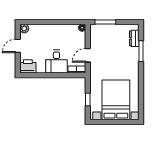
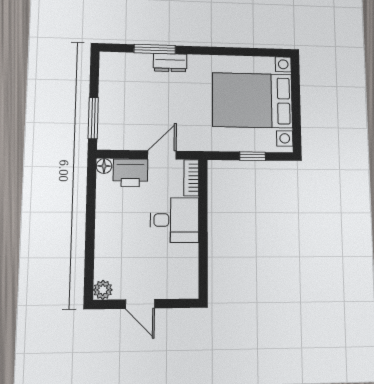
dresser: (134, 38) -> (170, 63), moved
door: (88, 55) -> (162, 155), swing flipped
printer: (28, 66) -> (130, 173), moved, turned -90

